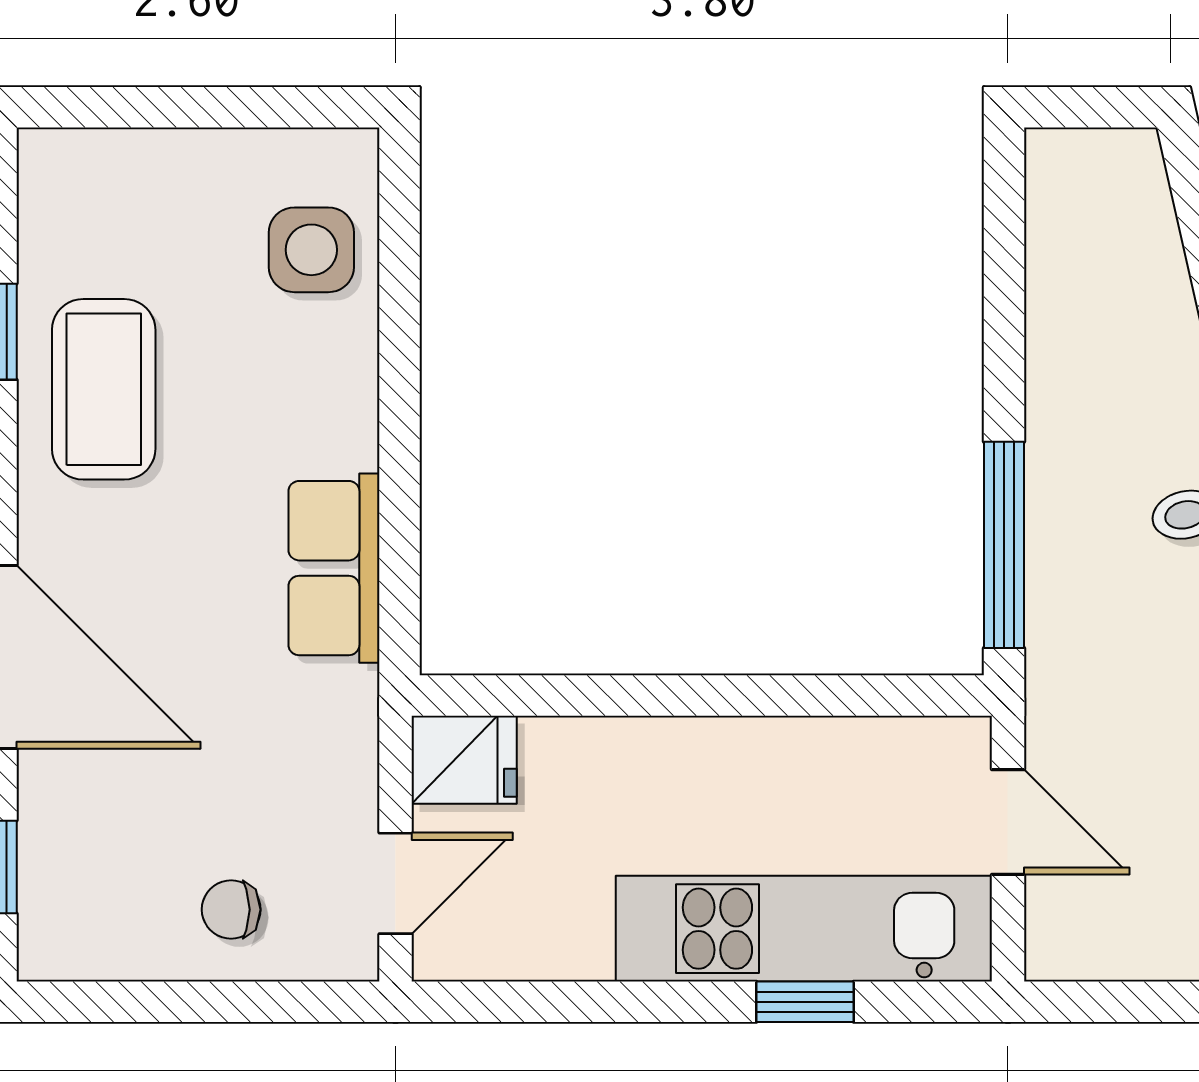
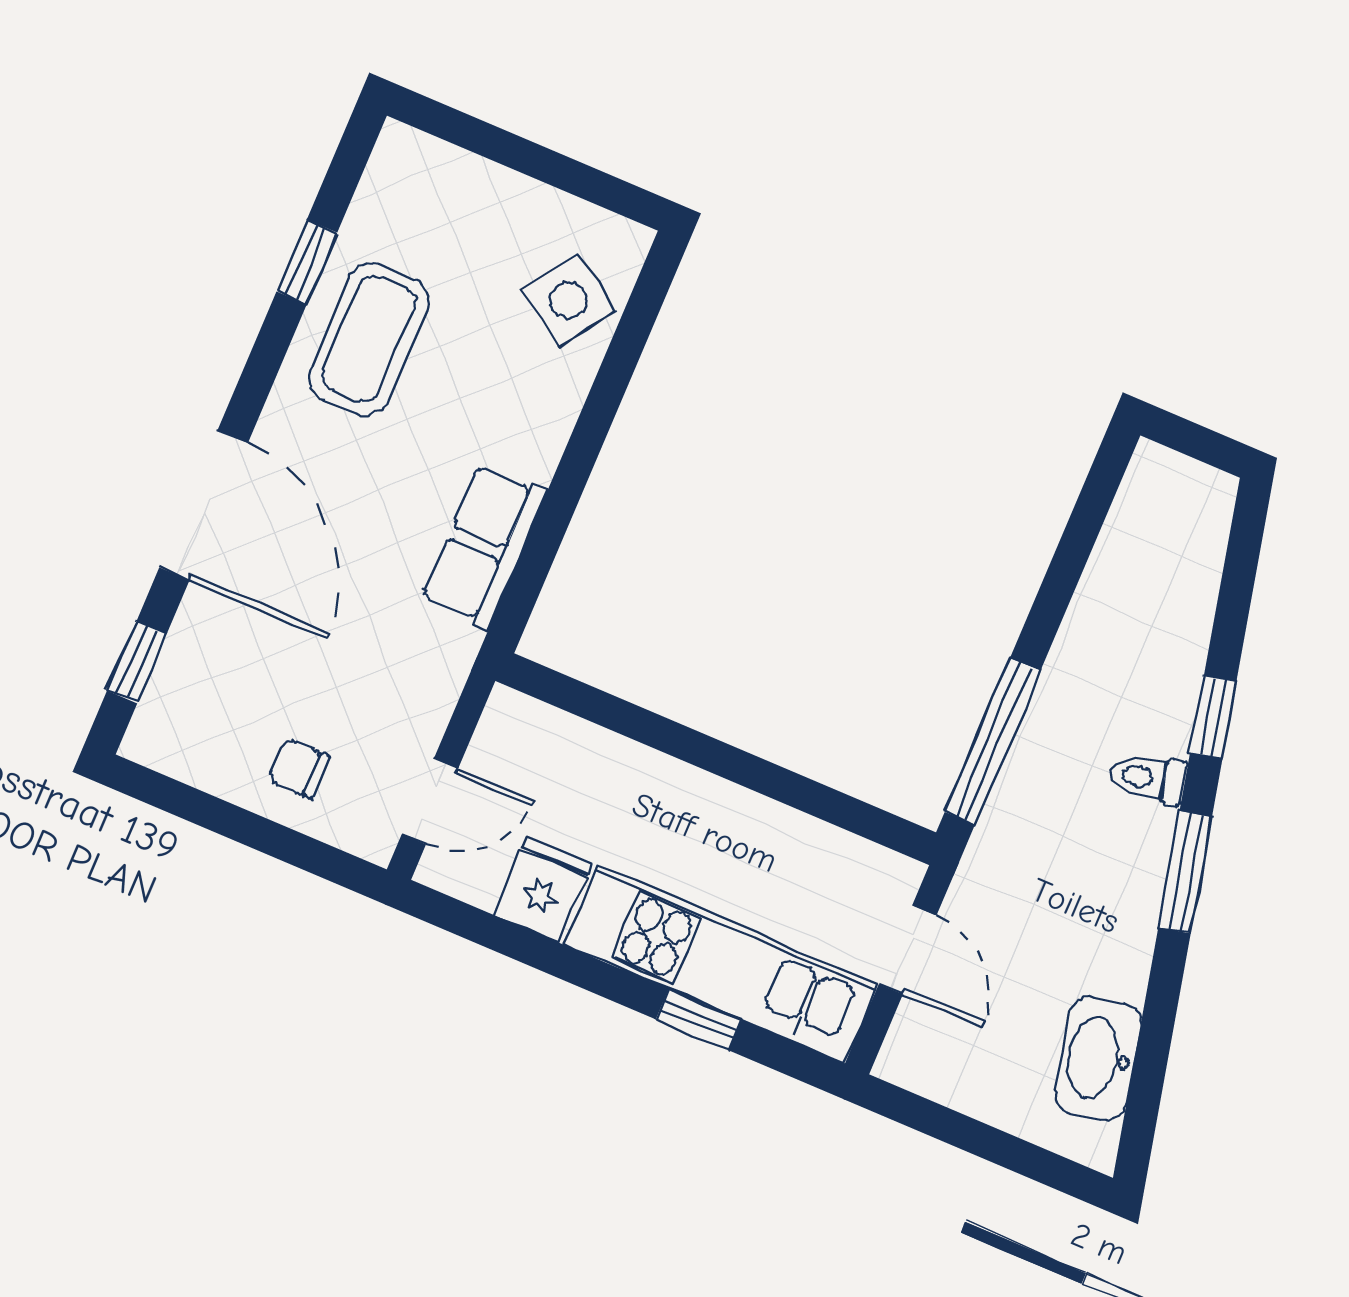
side table: (311, 250) -> (568, 301), turned 34
fridge: (464, 760) -> (543, 889), moved, turned -90

